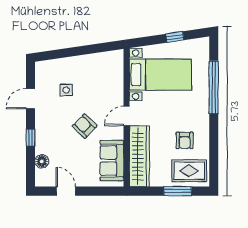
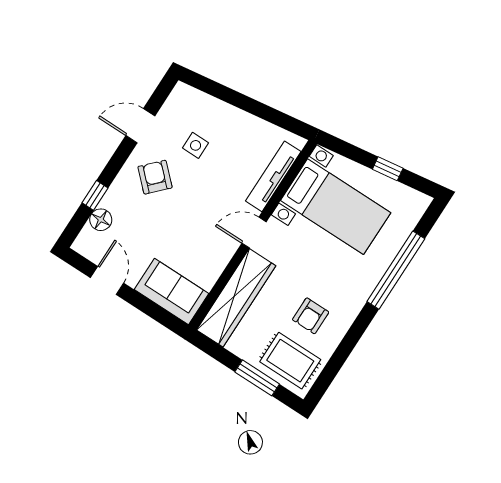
tv unit: (117, 80) -> (273, 176), added
armchair: (85, 126) -> (155, 177), moved
window: (30, 138) -> (95, 195), moved
sofa: (112, 161) -> (171, 292), moved, turned 90

